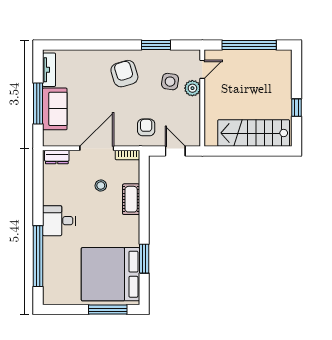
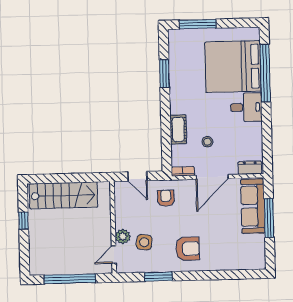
tv unit: (49, 70) -> (259, 250), removed
armchair: (124, 74) -> (188, 249), turned -73
sofa: (55, 109) -> (253, 206), width x1.36
armchair: (146, 127) -> (166, 198), turned 180
bed: (110, 274) -> (233, 67), moved, turned 180

